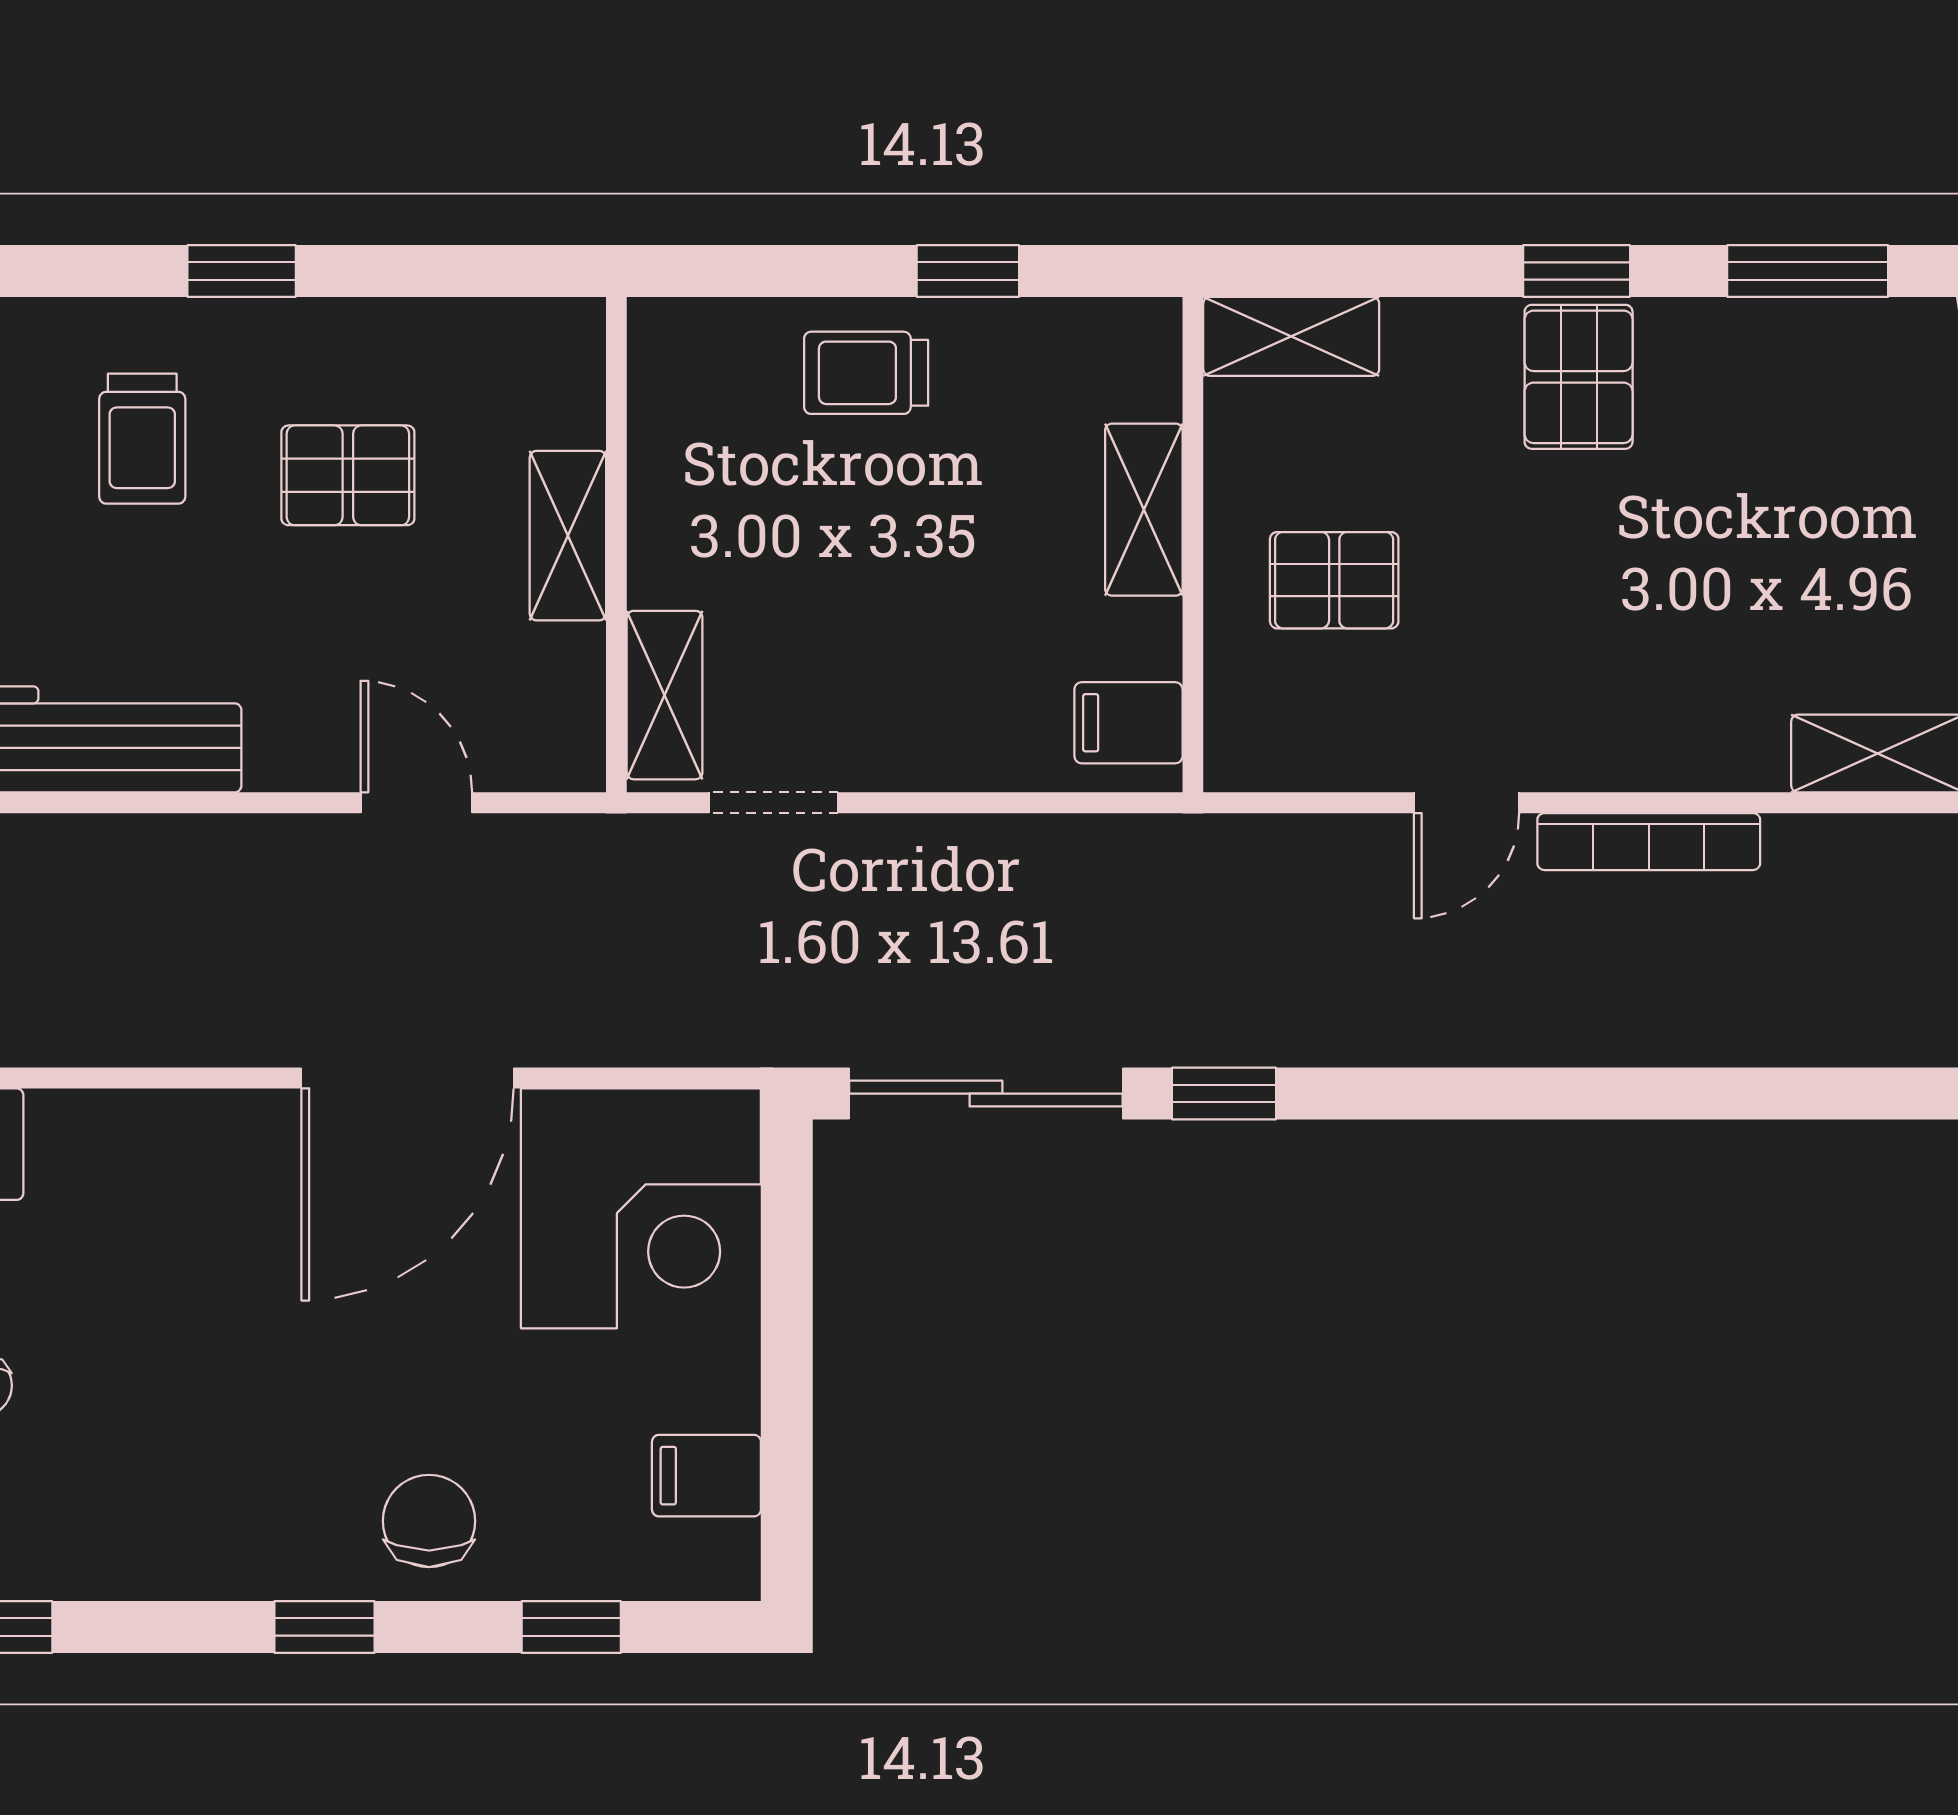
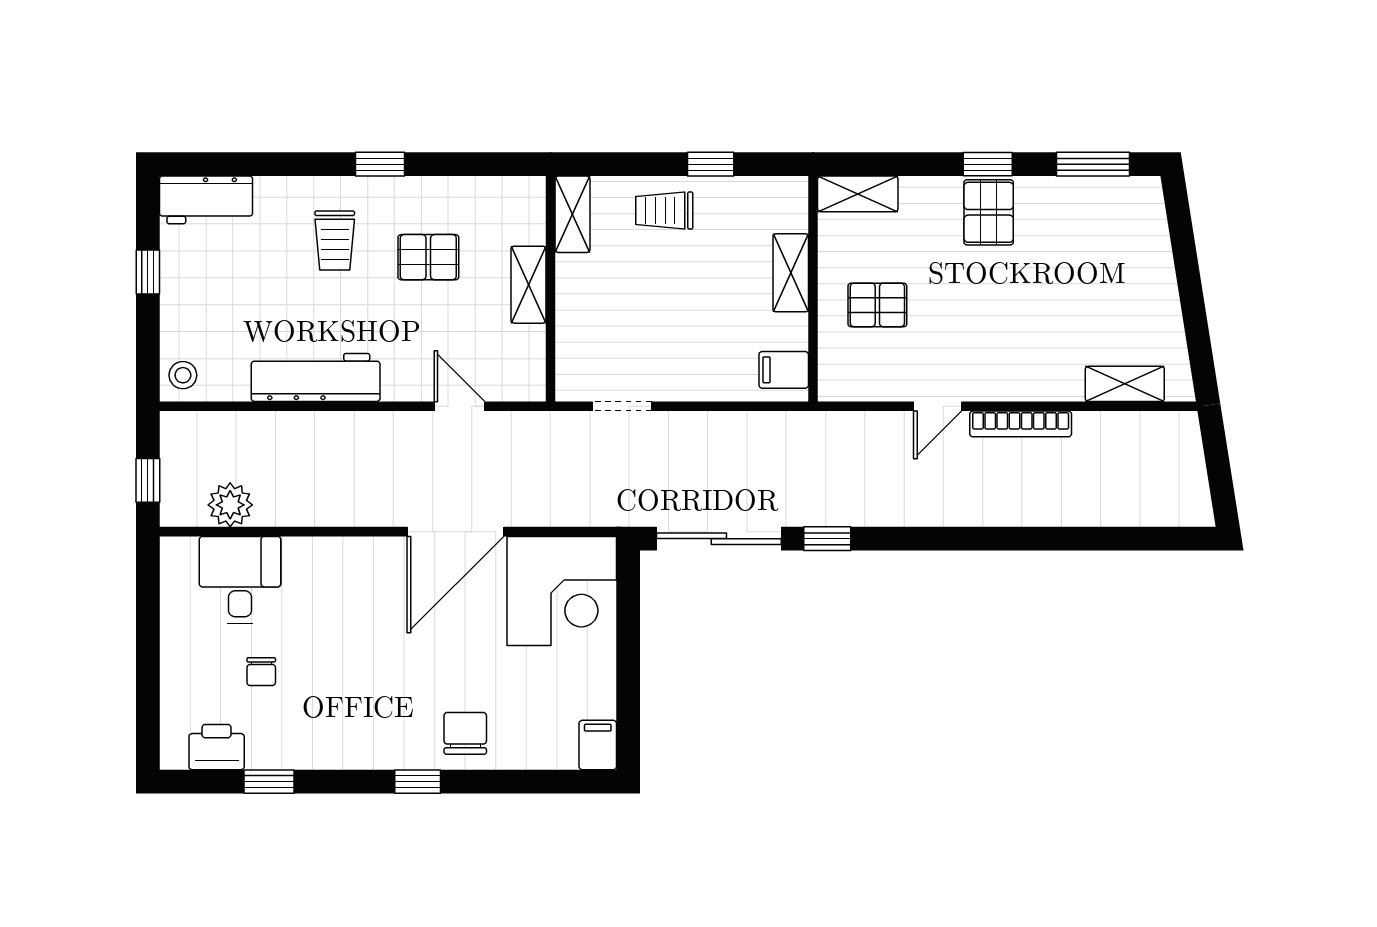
shelving: (665, 695) -> (573, 214), moved
filing cabinet: (706, 1476) -> (598, 745), moved, turned 90
window: (571, 1627) -> (530, 782), removed

